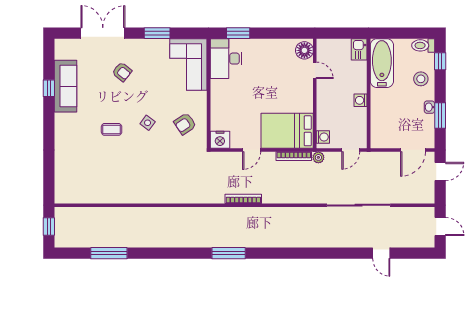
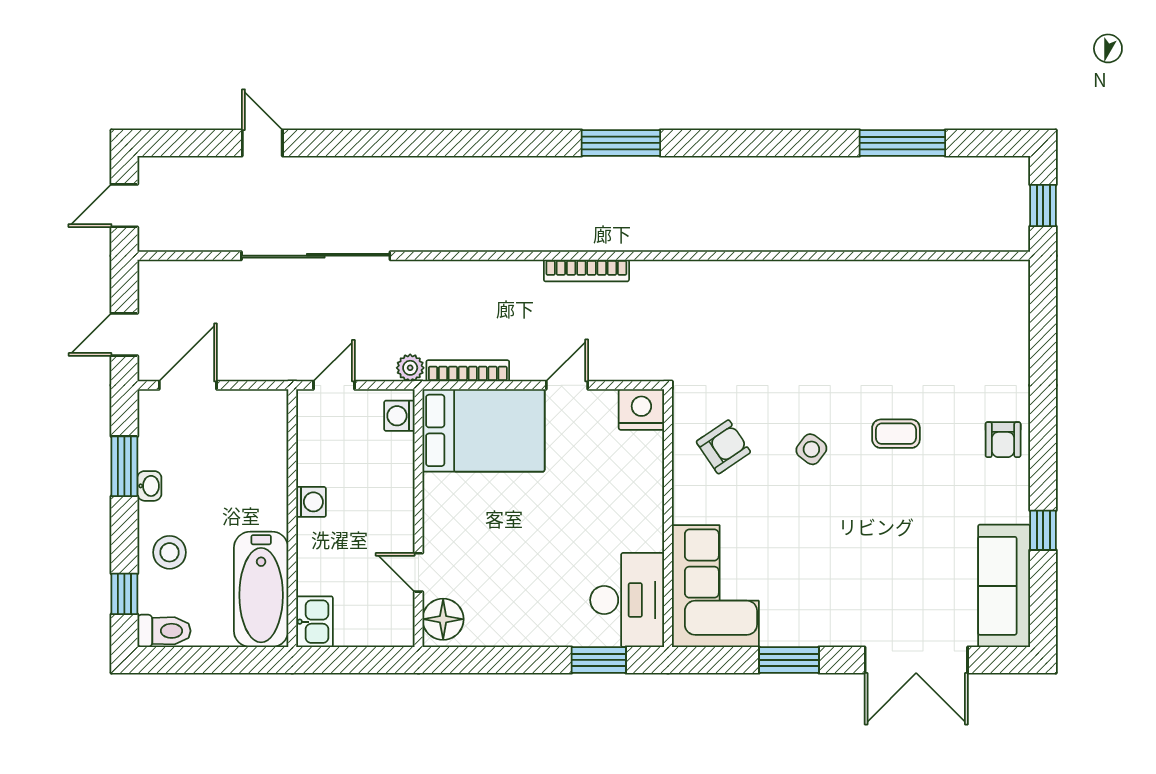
armchair: (122, 72) -> (1003, 440), moved, turned -129
sofa: (65, 86) -> (1004, 586), moved
door: (440, 227) -> (124, 206), hinge flipped

